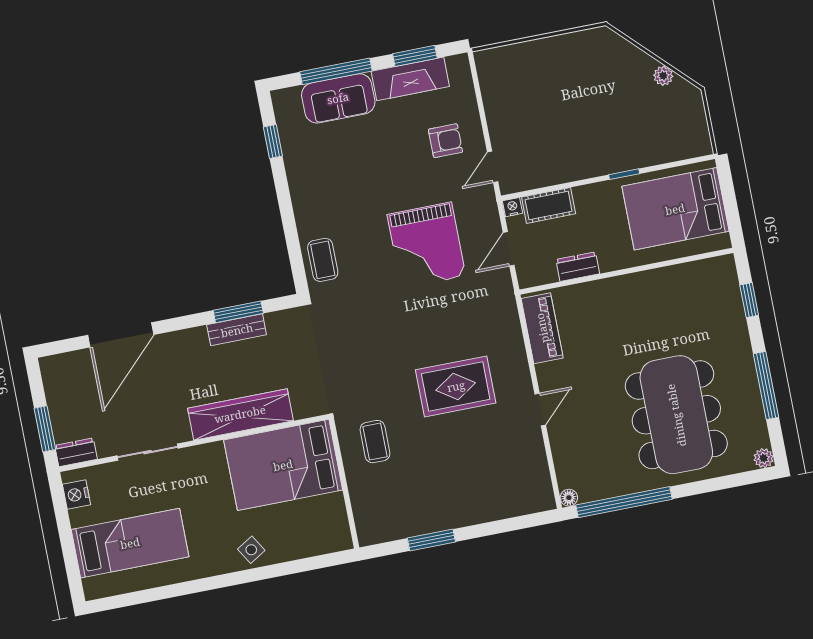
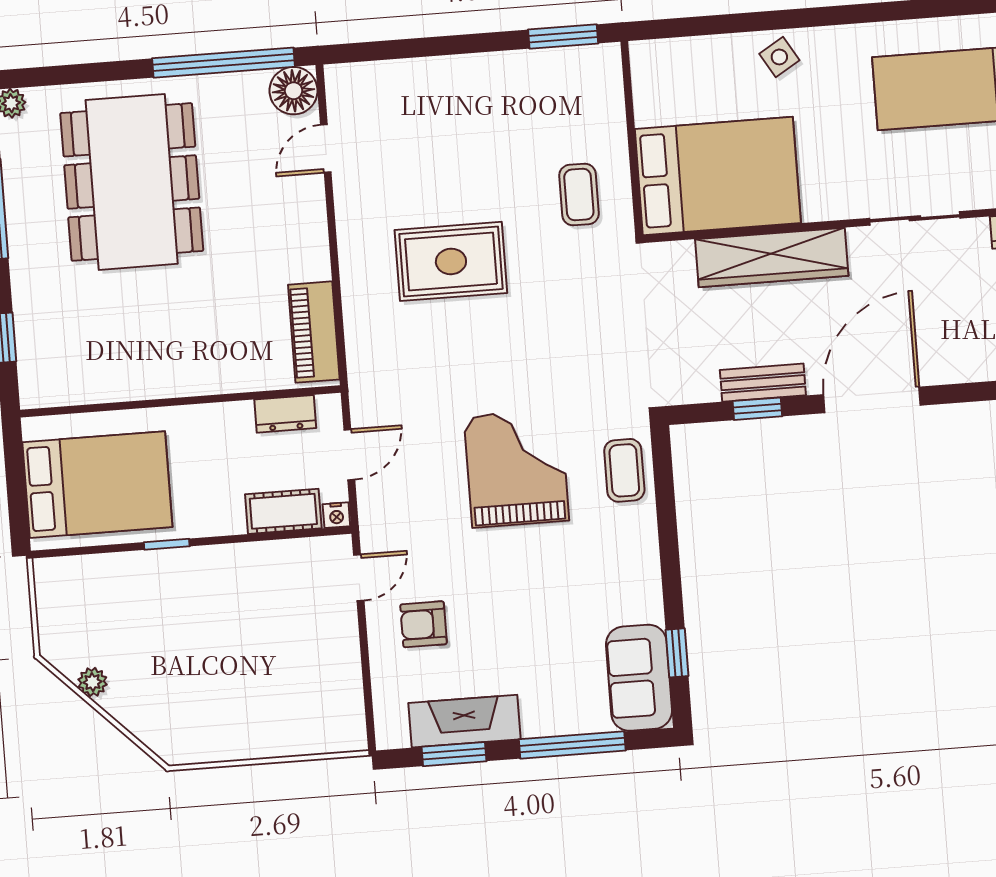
sofa: (338, 98) -> (639, 678), moved, turned -90
grand piano: (426, 245) -> (517, 468), moved
dresser: (578, 267) -> (285, 414), moved
window: (238, 312) -> (757, 409), width x0.67
door: (121, 335) -> (872, 400), moved
door: (540, 410) -> (326, 148), moved
floor lamp: (569, 498) -> (294, 91), width x1.89, depth x1.89
window: (431, 540) -> (563, 36), moved

